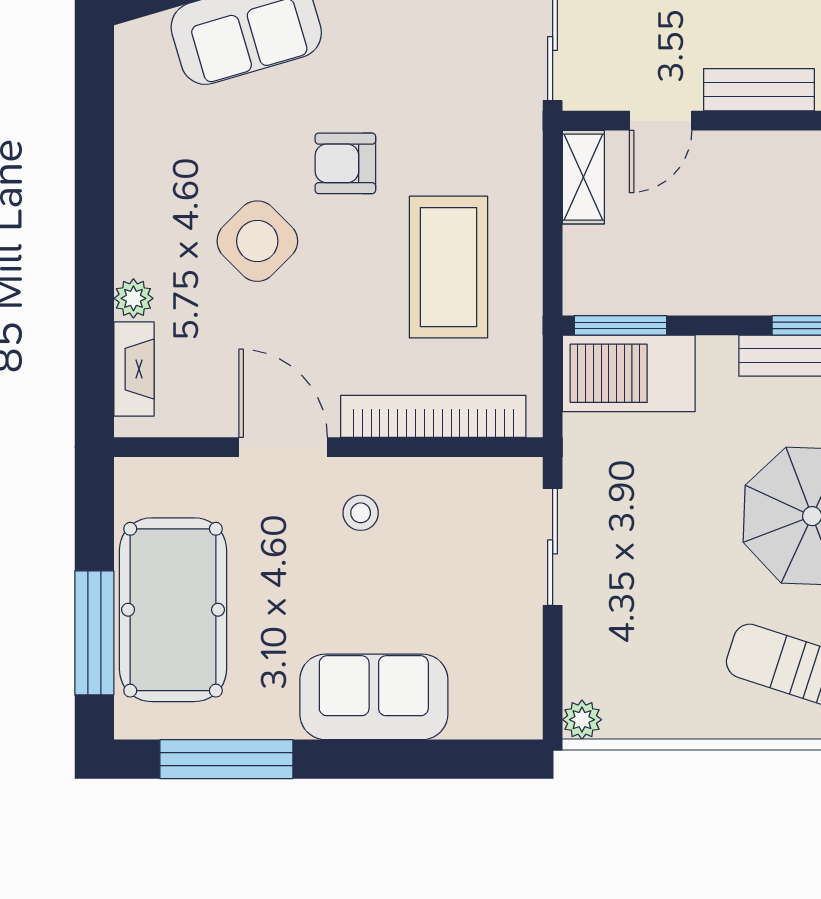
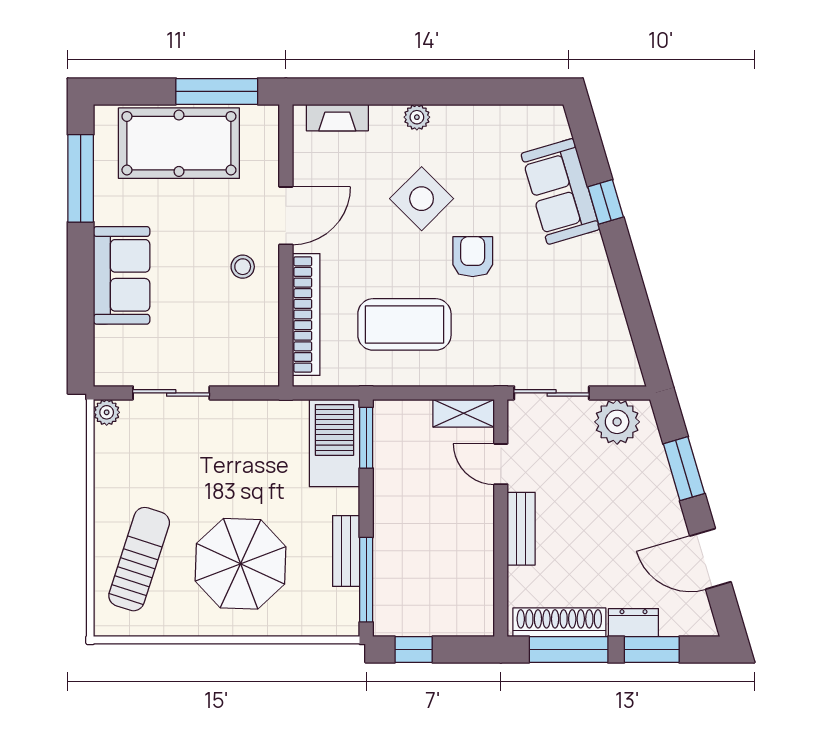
plant: (133, 298) -> (417, 117), moved
sliding door: (553, 547) -> (171, 393), moved
window: (94, 633) -> (217, 91), moved

